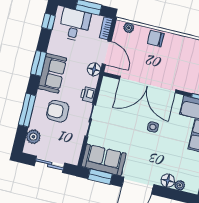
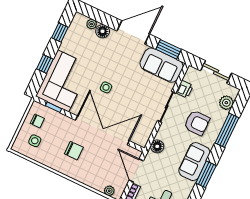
chair: (156, 39) -> (74, 151), moved
floor lamp: (94, 69) -> (157, 146), moved
printer: (88, 95) -> (184, 89), moved

